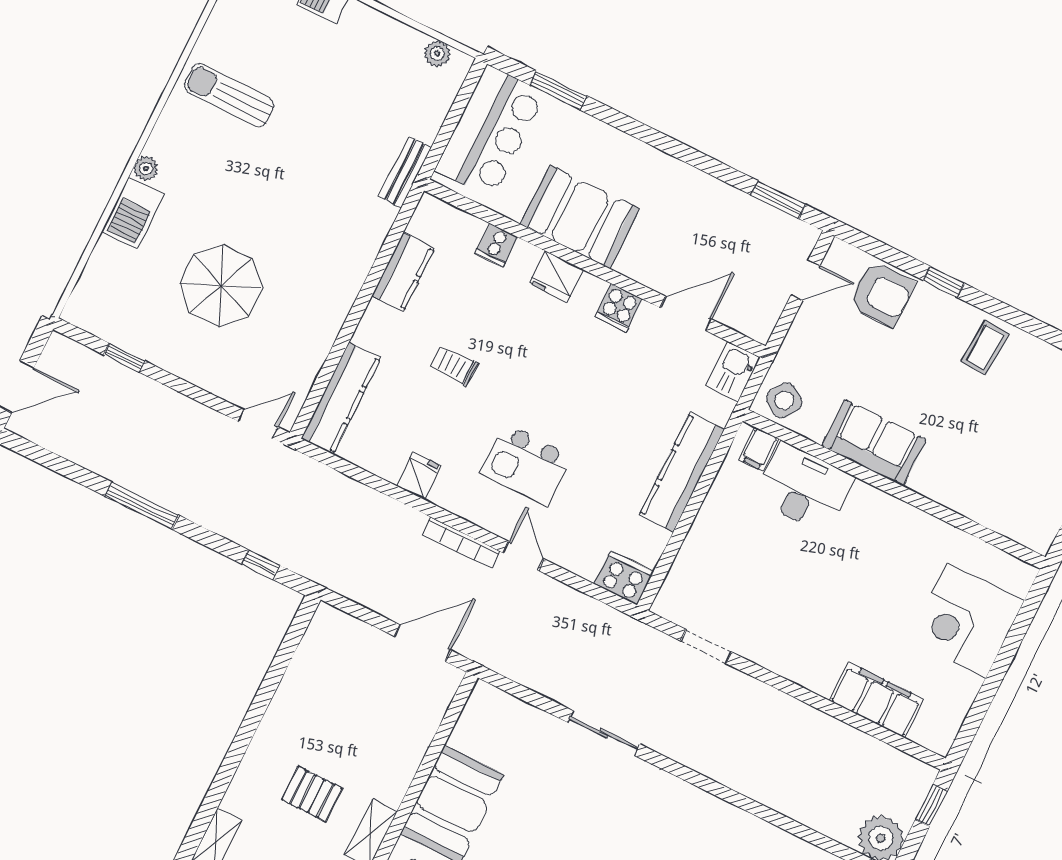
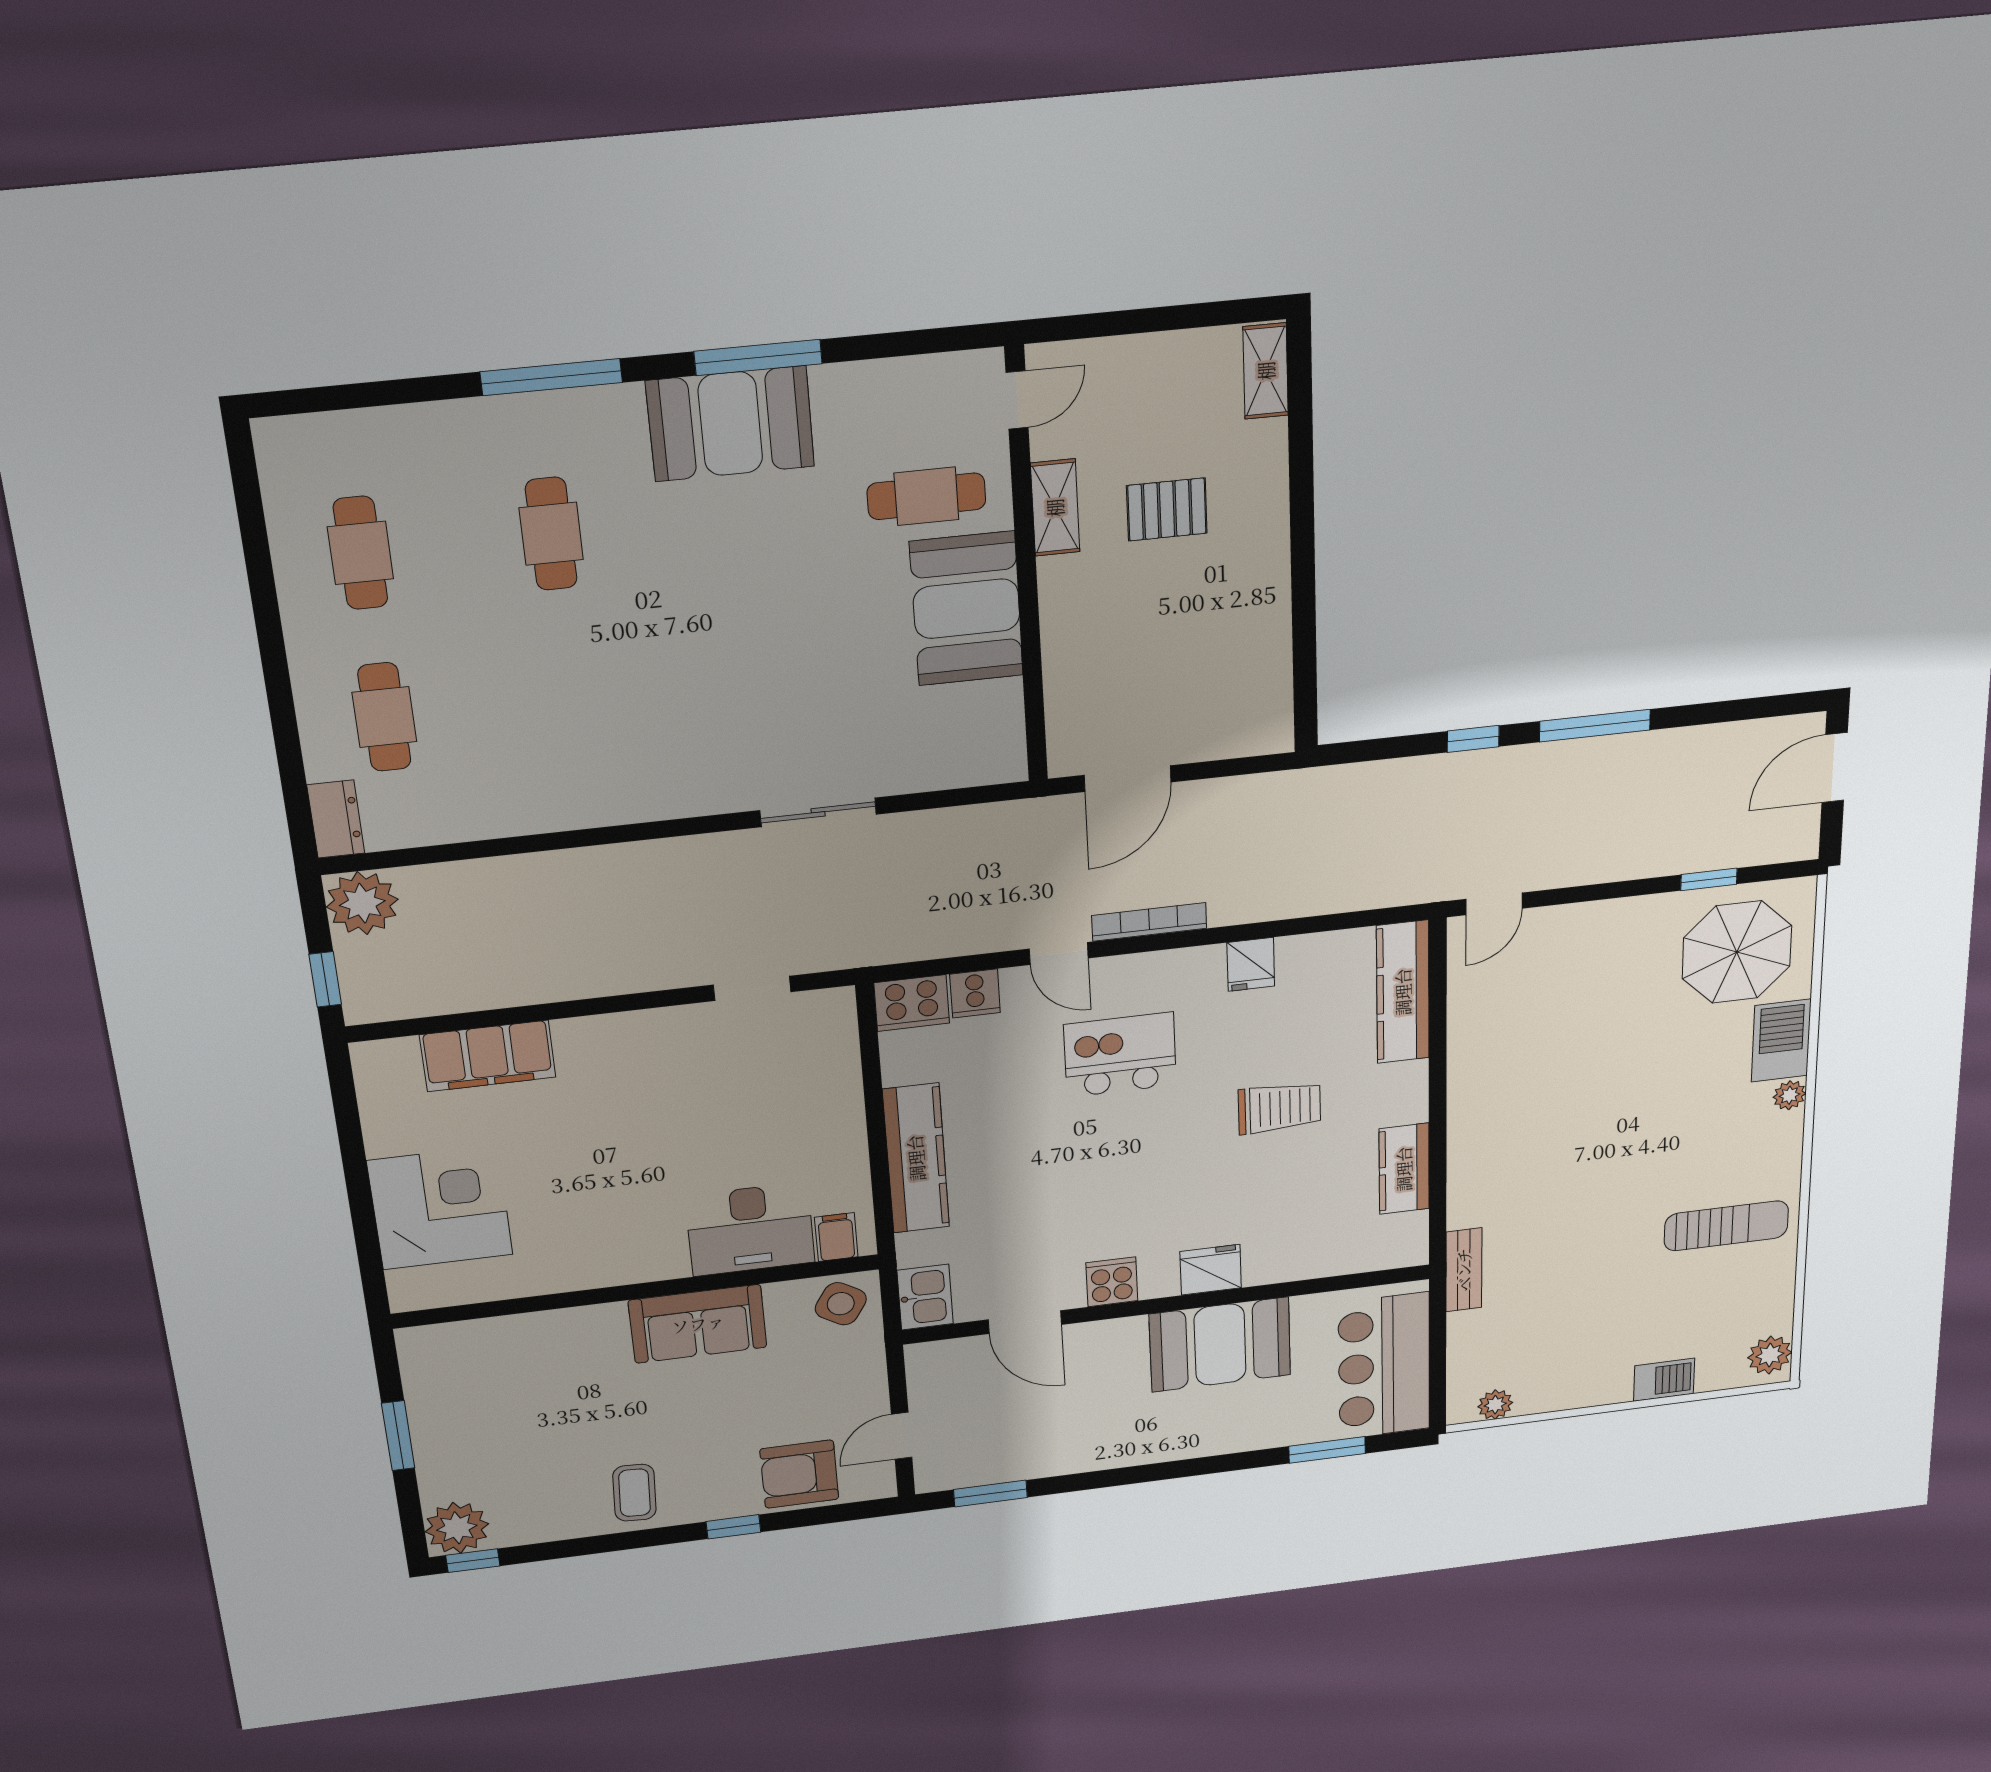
cooker: (496, 245) -> (975, 993), moved, turned 180
parasol: (221, 285) -> (1737, 952), moved
door: (686, 313) -> (1025, 1322), hinge flipped
trolley: (454, 366) -> (1279, 1108), width x1.36, depth x1.39
window: (261, 565) -> (1473, 739), moved

